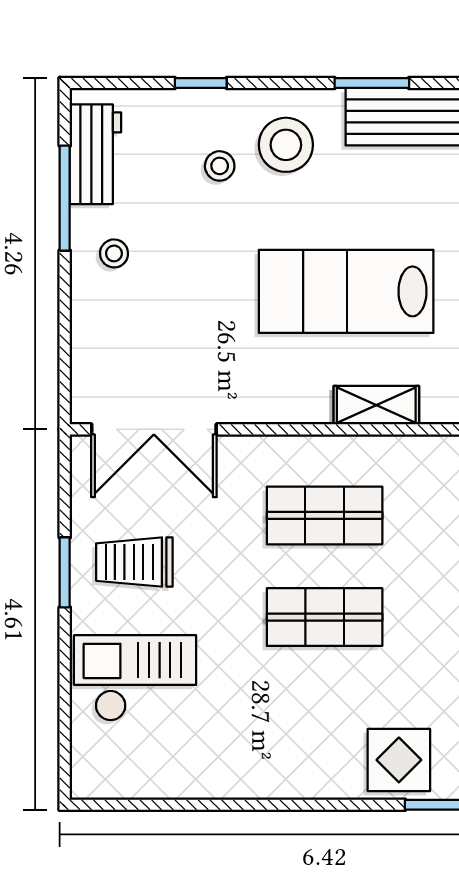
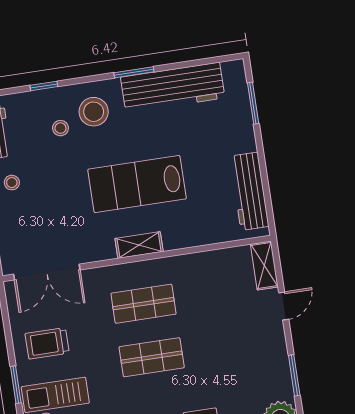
shelving: (376, 405) -> (139, 245), moved
window: (65, 572) -> (16, 385), moved

